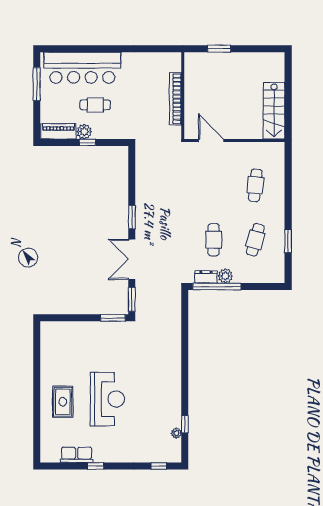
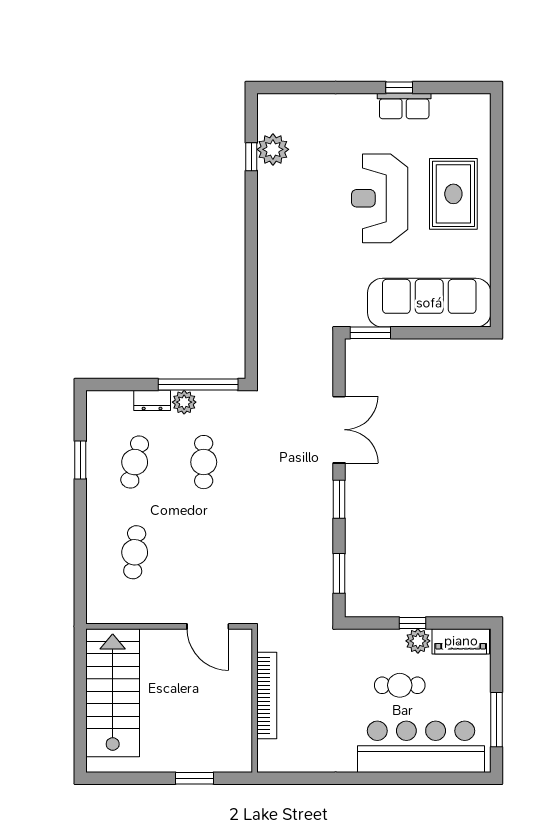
stairs: (274, 111) -> (113, 693), width x1.36, depth x1.51
dresser: (206, 277) -> (152, 400), moved
window: (132, 299) -> (339, 573), moved
sofa: (77, 336) -> (429, 303), added
rug: (63, 402) -> (453, 194), width x1.36, depth x1.43
plant: (176, 433) -> (273, 149), width x1.87, depth x1.87
row of seats: (77, 455) -> (404, 106), moved
window: (159, 466) -> (294, 88), removed

